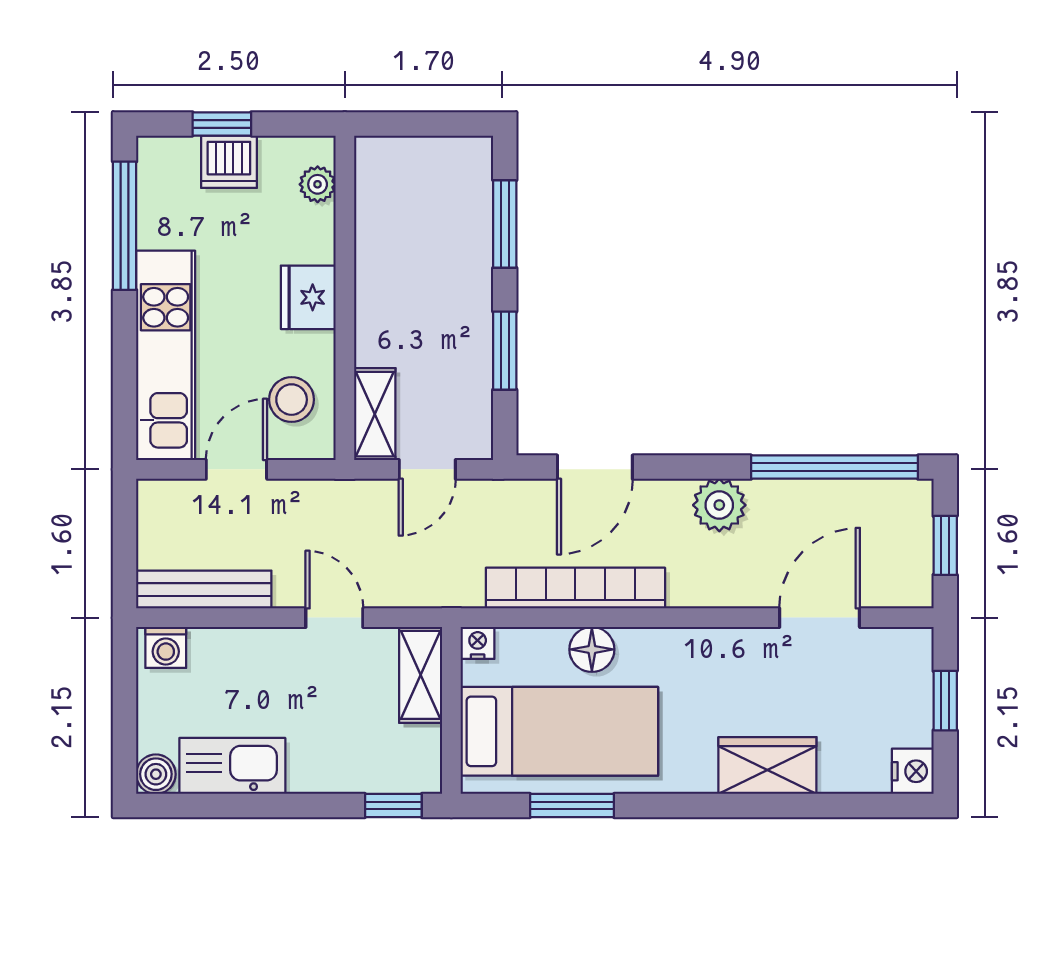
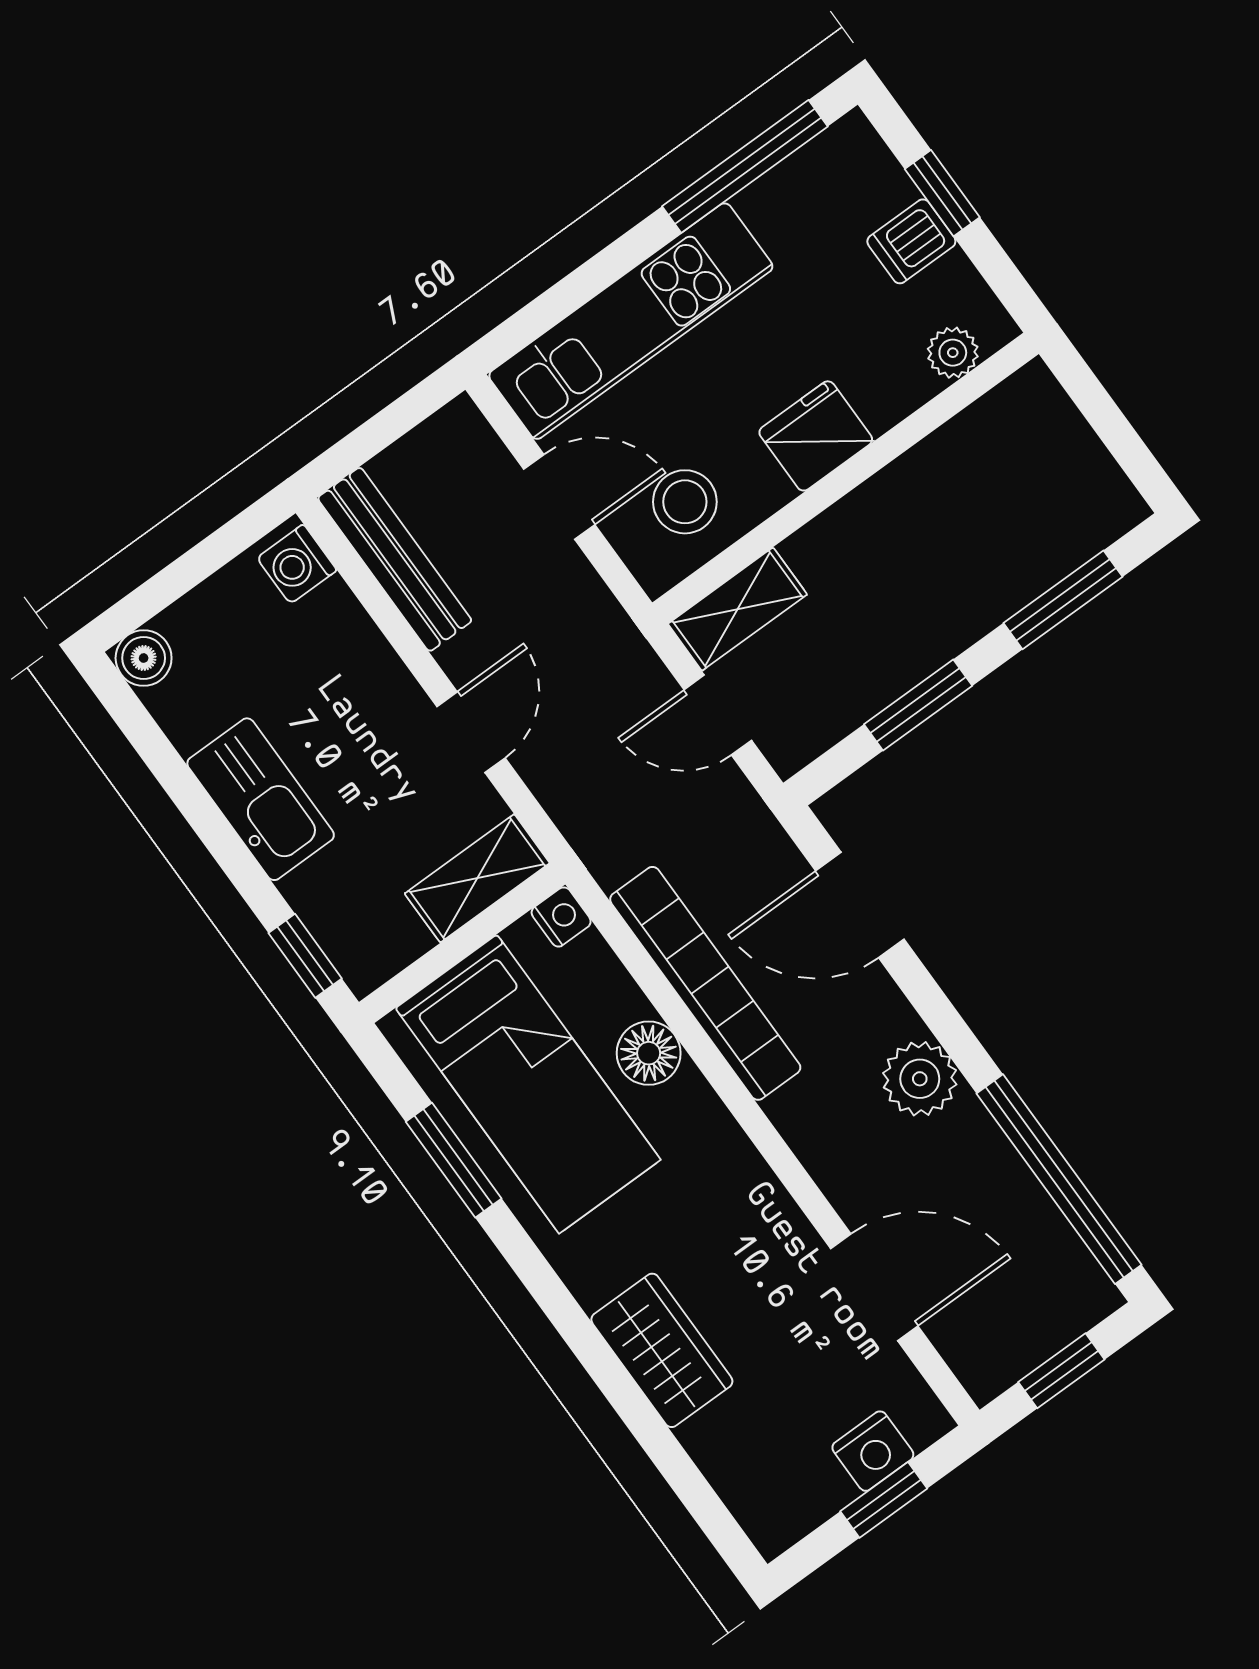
dishwasher: (229, 162) -> (911, 241), width x0.73
kitchen sink: (232, 766) -> (261, 799), moved
nightstand: (913, 771) -> (873, 1451), moved

